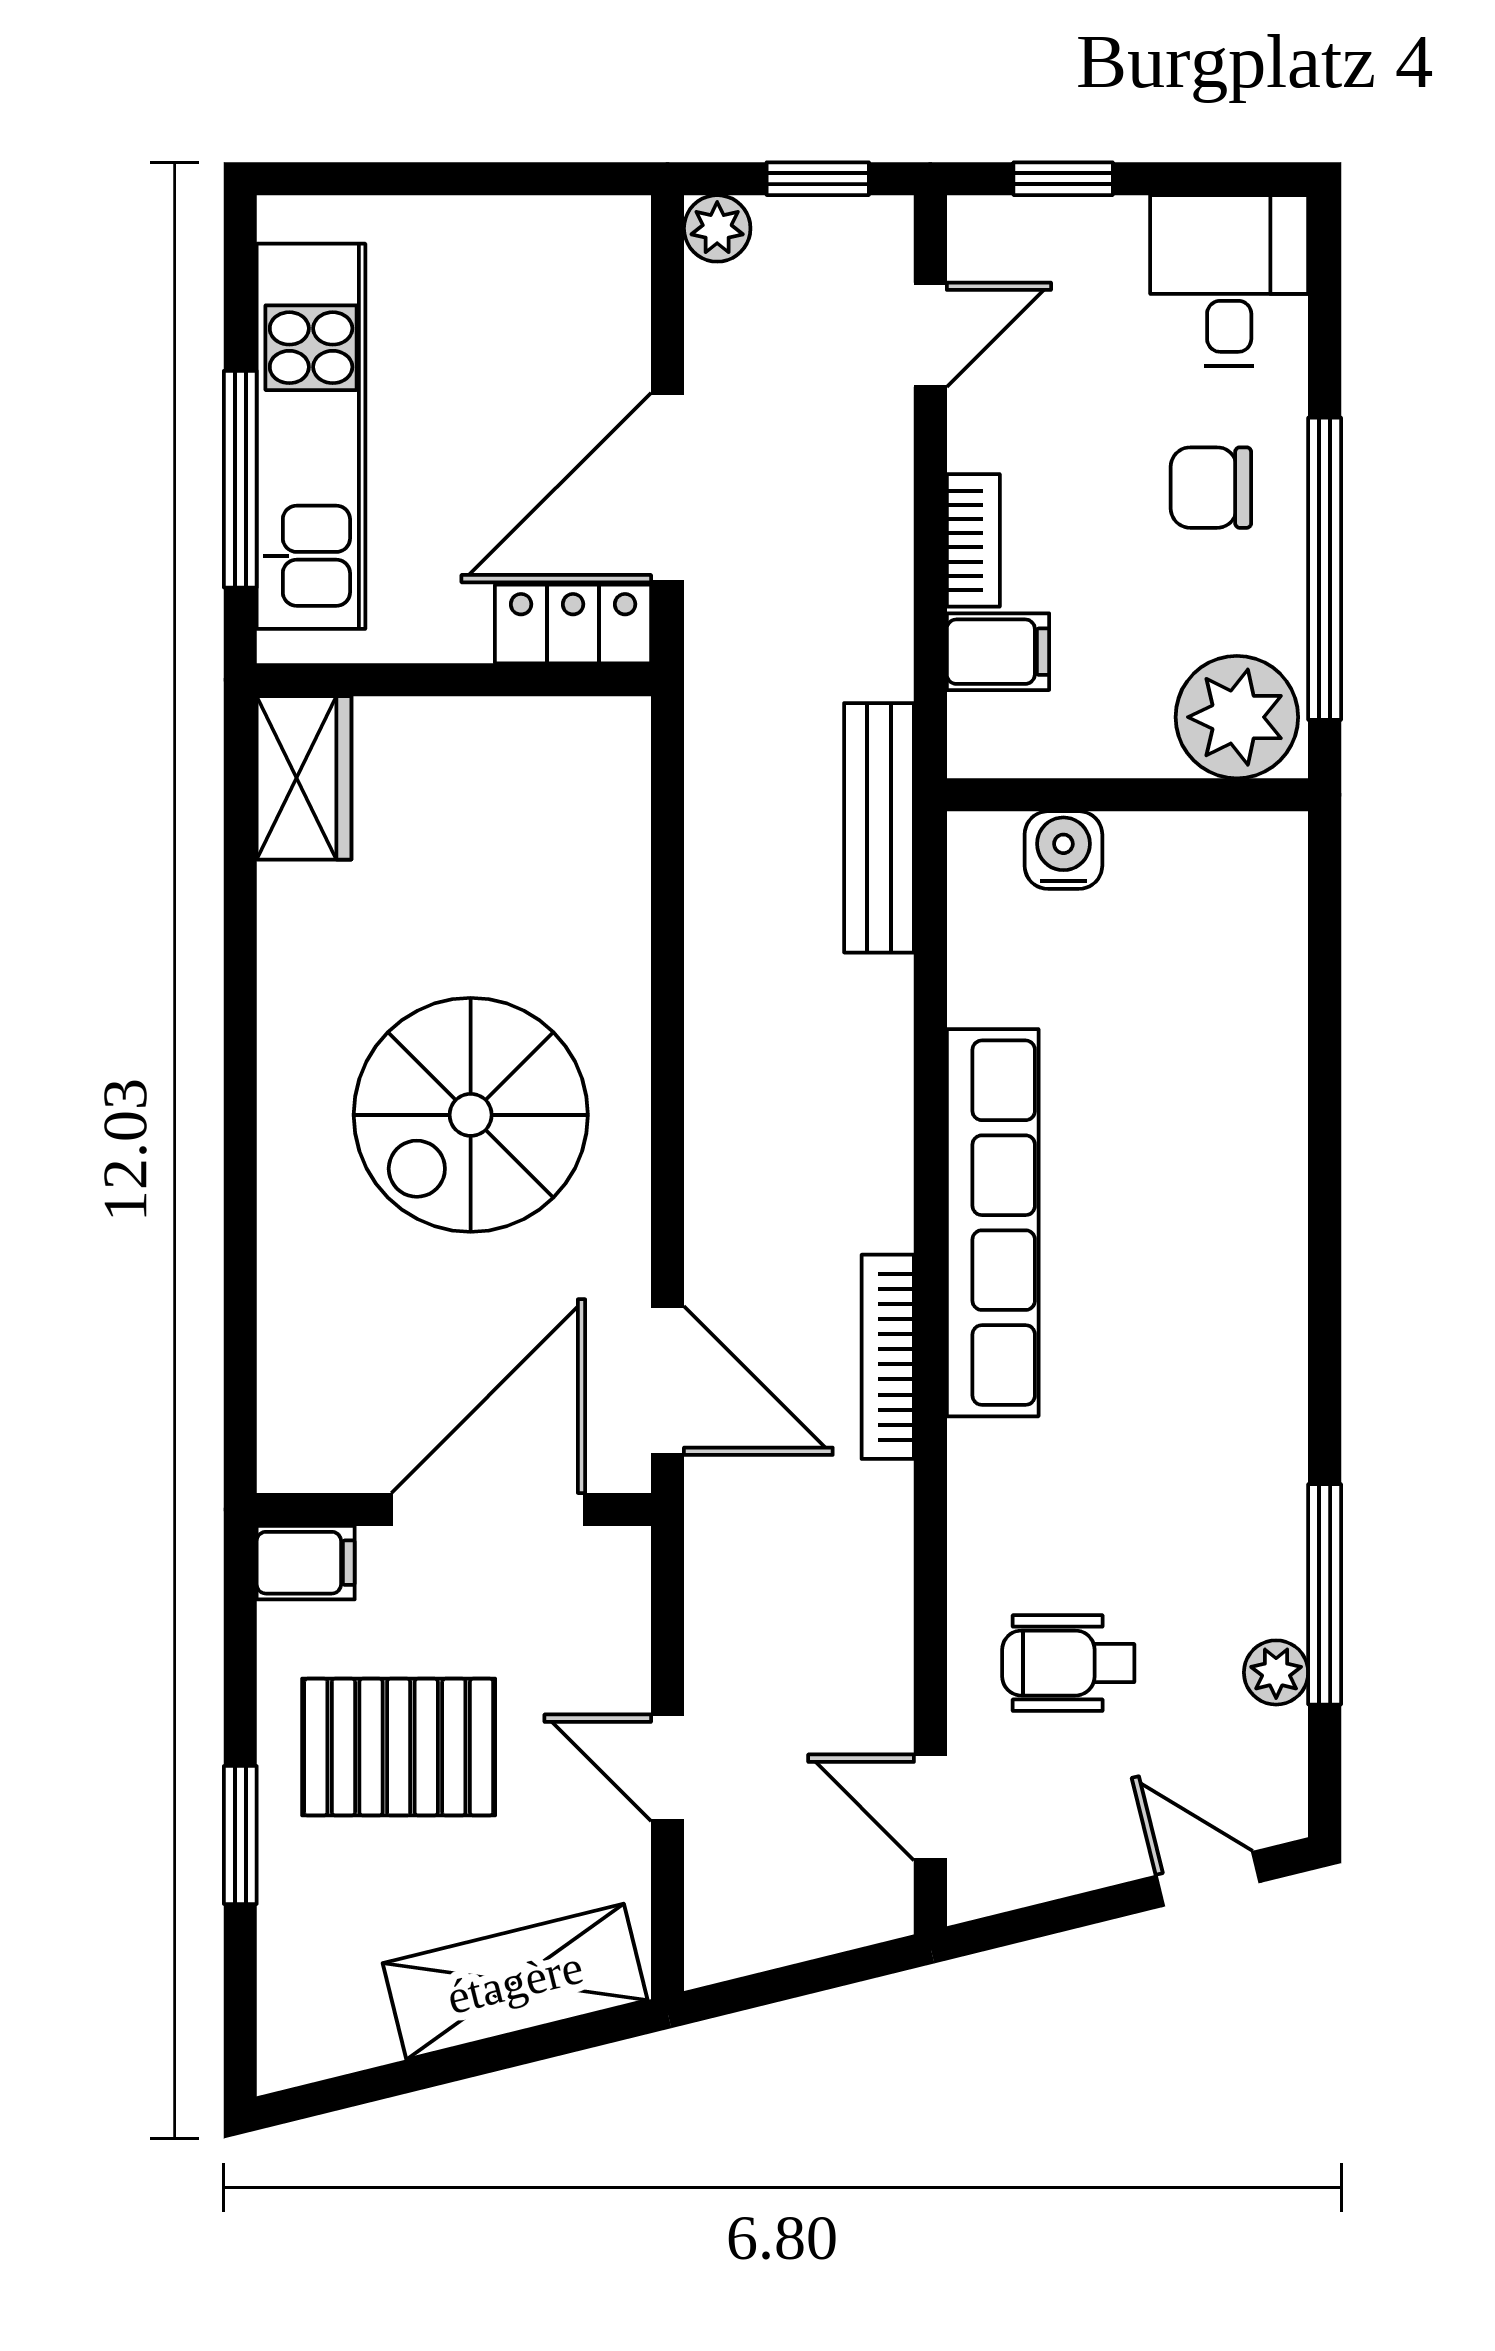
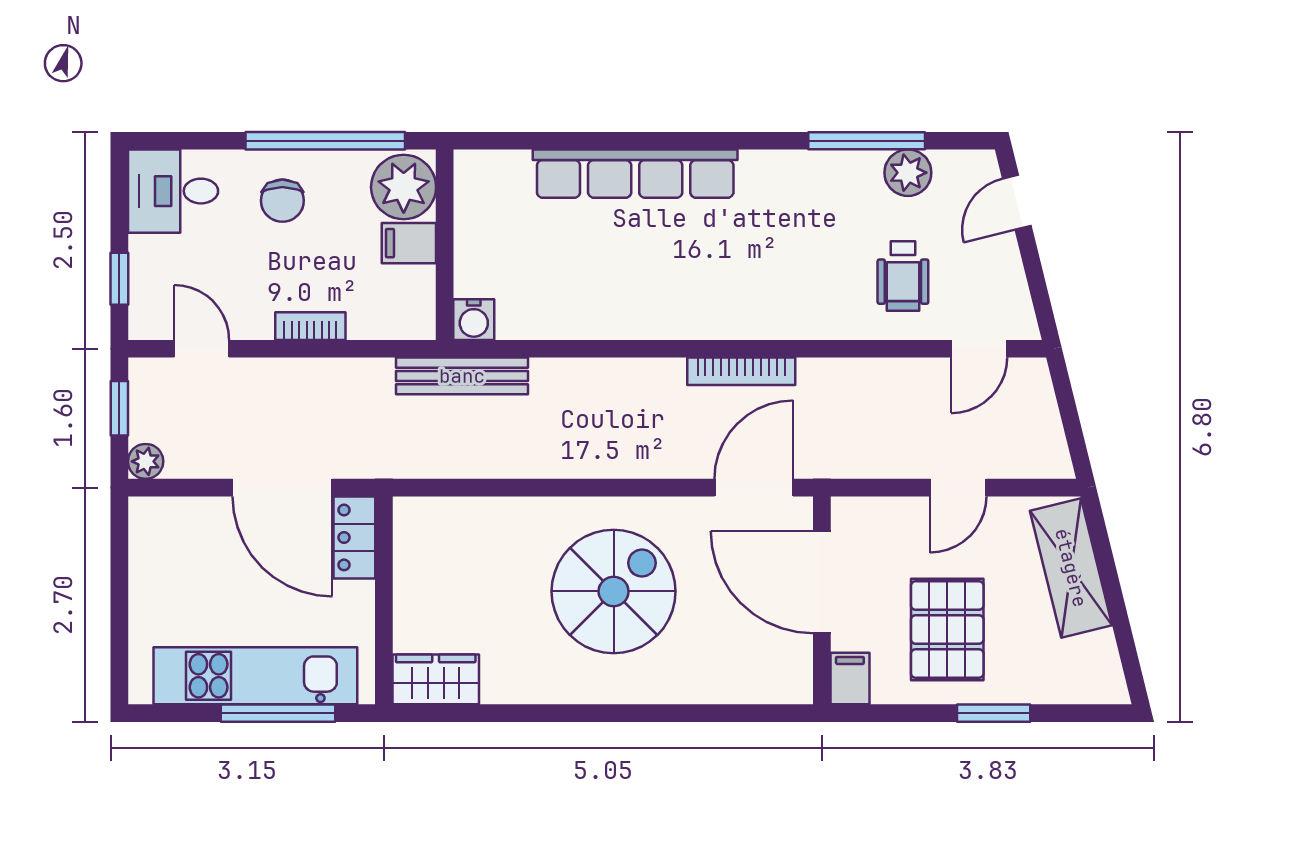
filing cabinet: (998, 652) -> (409, 243), moved, turned -90
water cooler: (1063, 850) -> (474, 320), moved, turned -90
spiral stairs: (471, 1115) -> (614, 591), turned -90
row of seats: (993, 1223) -> (635, 174), moved, turned 180
plant: (1276, 1672) -> (908, 173), width x1.38, depth x1.38

